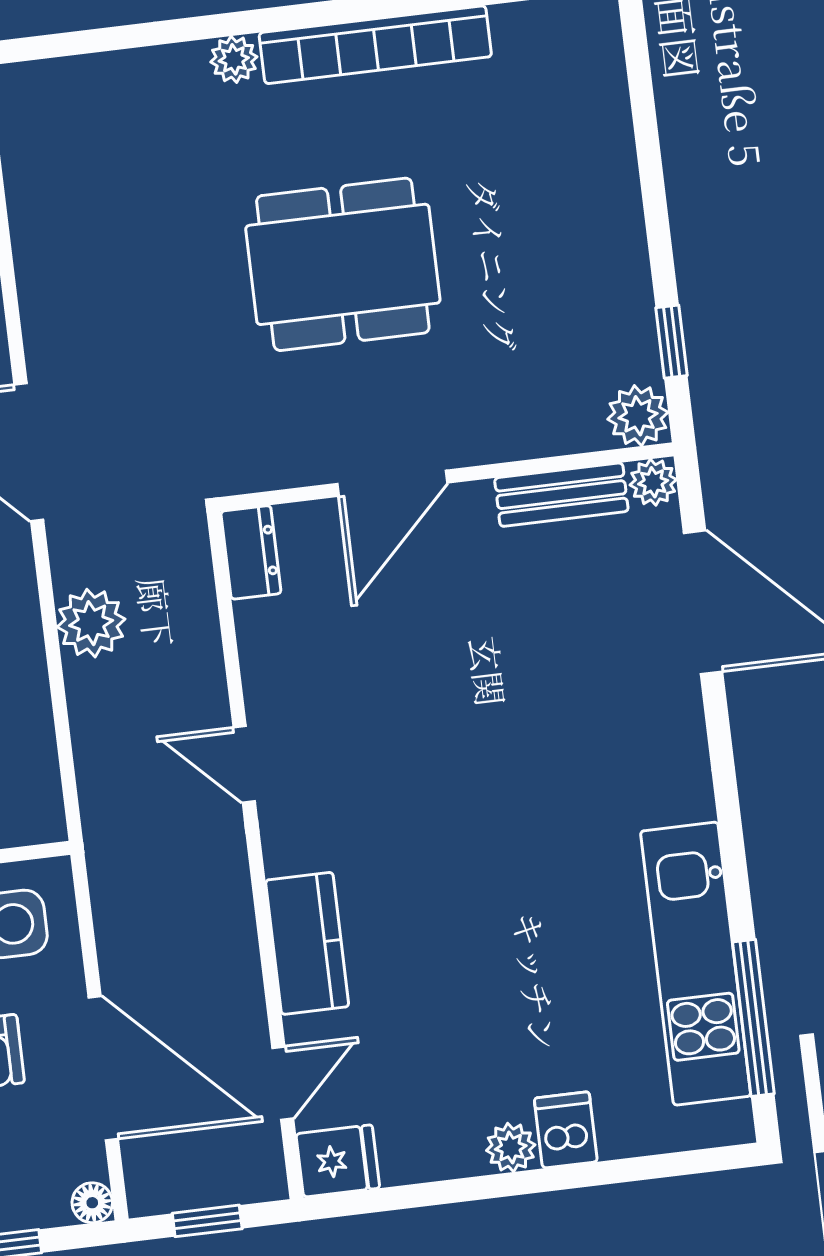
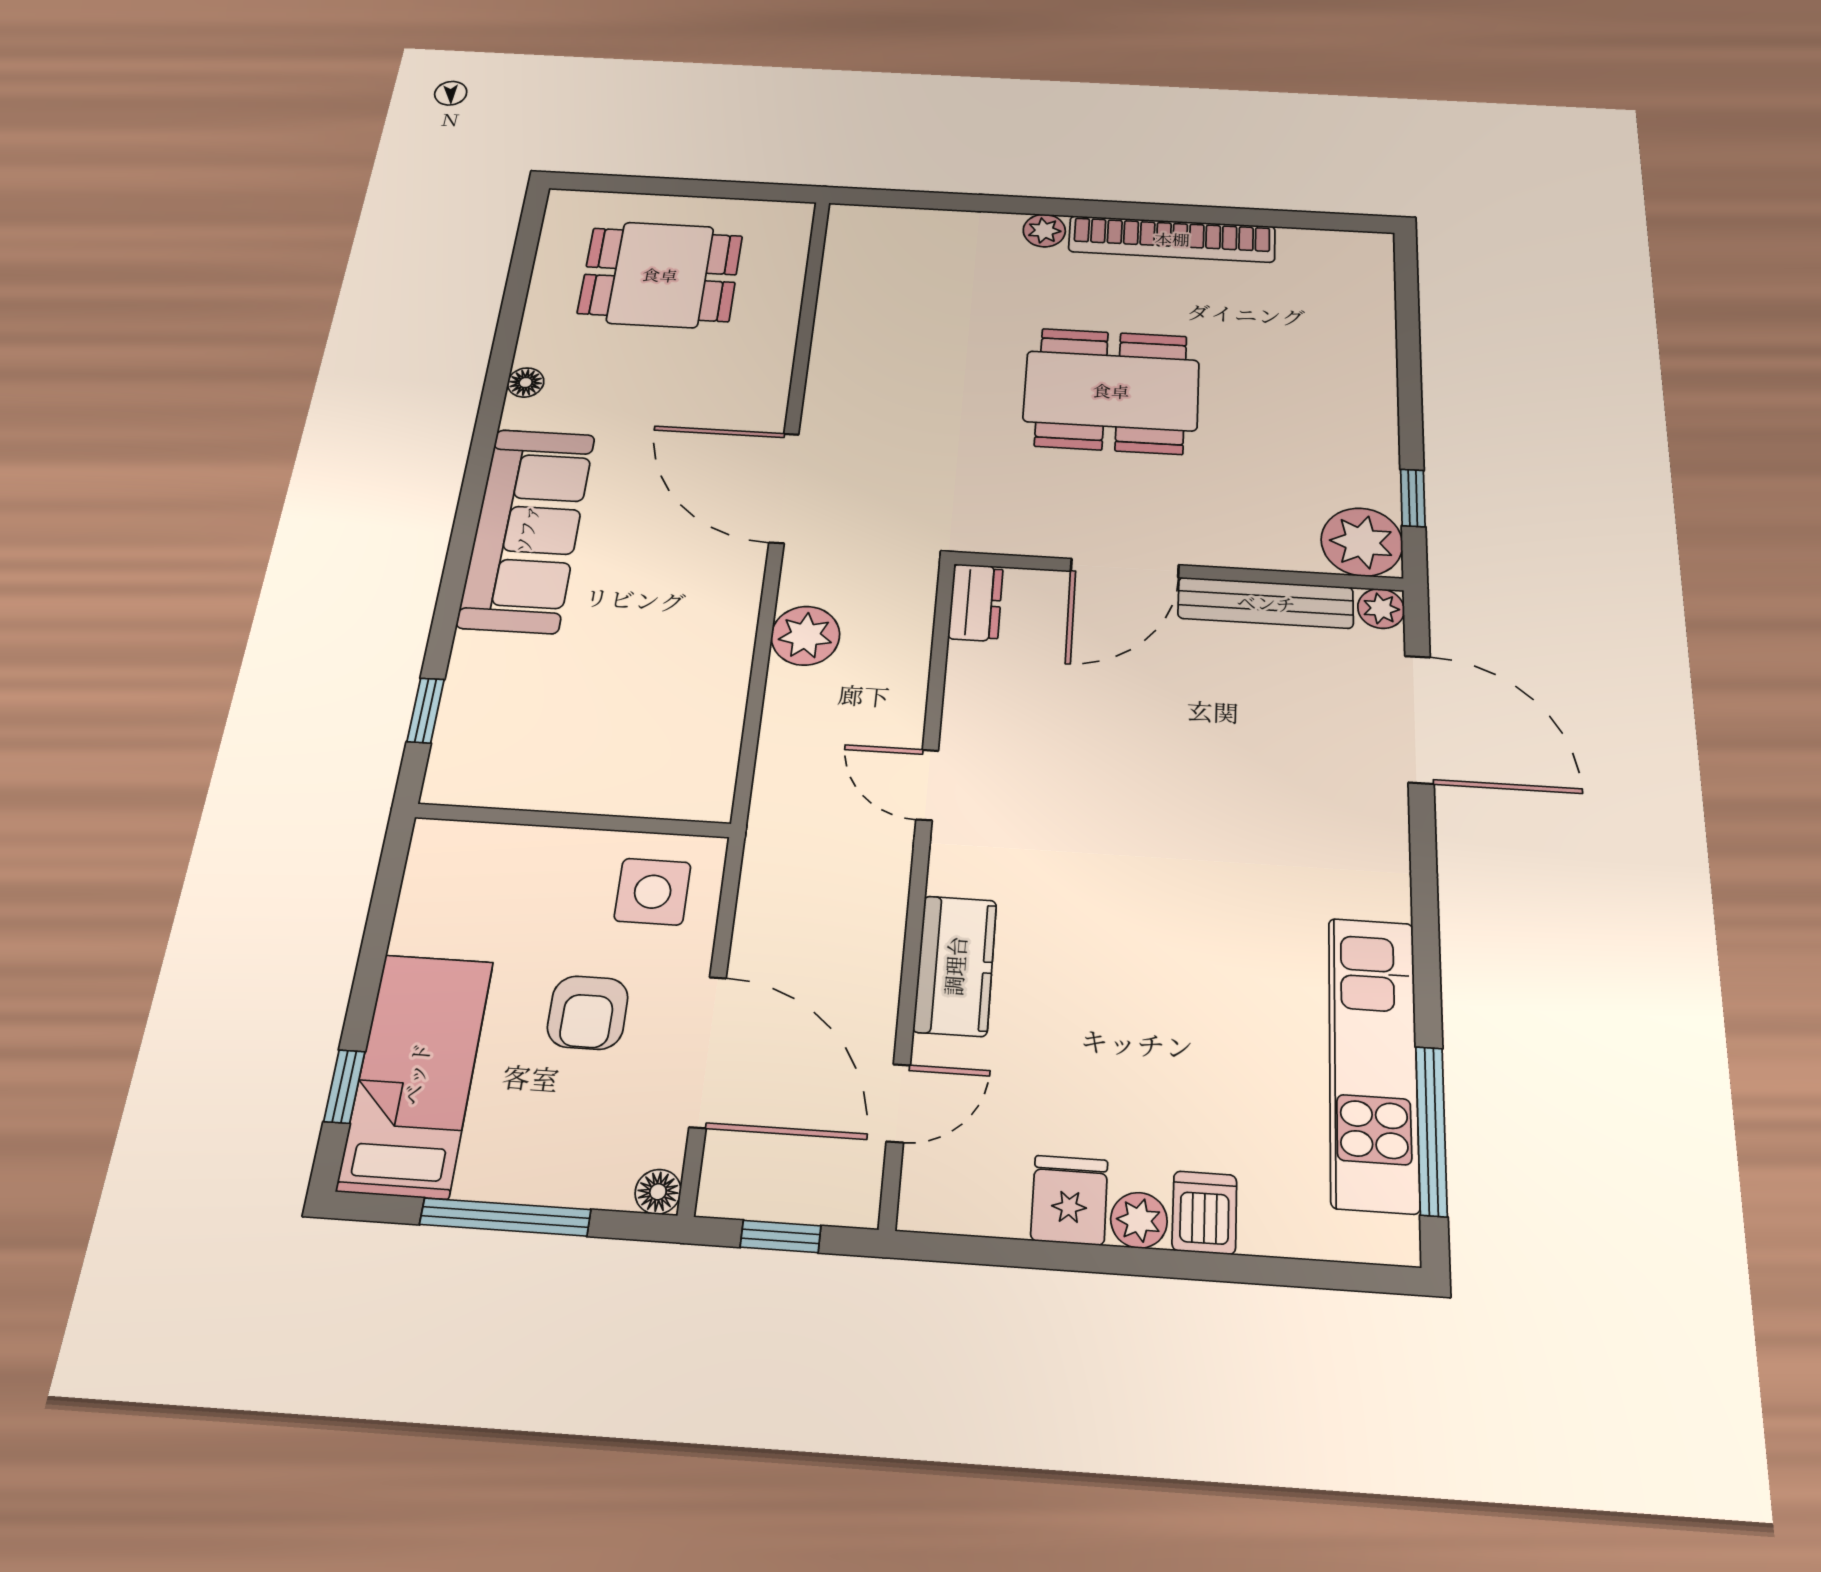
plant: (638, 416) -> (1362, 542), width x1.36, depth x1.36
bench: (561, 495) -> (1266, 603), width x1.36
fridge: (338, 1161) -> (1069, 1200), moved, turned -90

